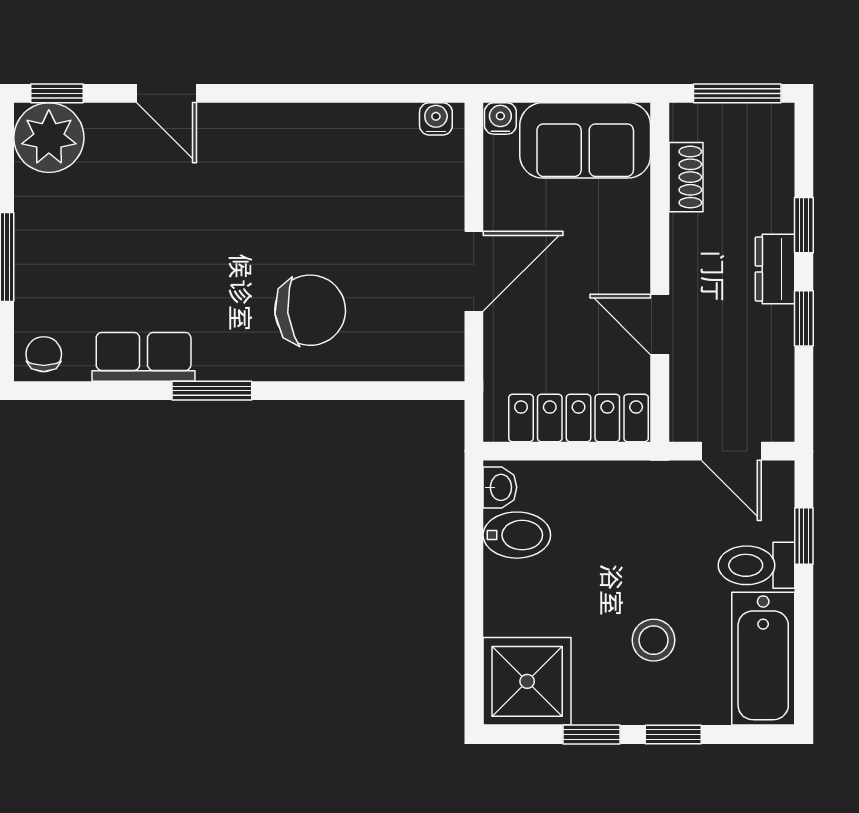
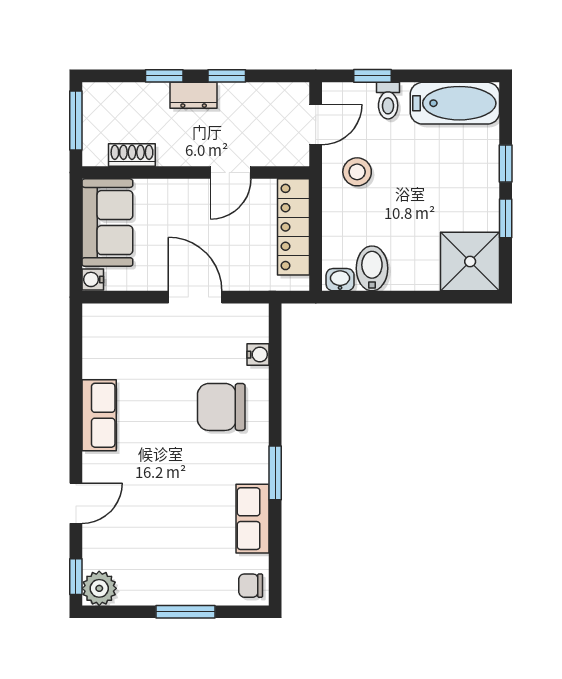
water cooler: (436, 119) -> (258, 355), moved, turned 180
row of seats: (298, 128) -> (99, 415), added
plant: (49, 138) -> (99, 588), width x0.73, depth x0.73
chair: (310, 310) -> (221, 407), turned -84
toilet: (756, 565) -> (388, 101), width x0.73, depth x0.72
stool: (654, 640) -> (357, 172), moved

